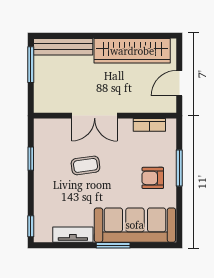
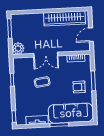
bench: (63, 47) -> (27, 18), removed
plant: (45, 102) -> (18, 48), added

